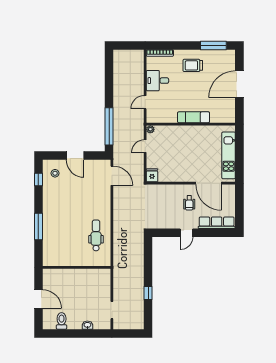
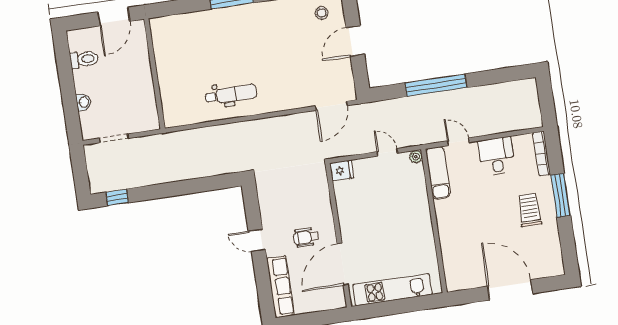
window: (213, 45) -> (560, 195), moved
exam couch: (194, 117) -> (438, 173), moved
window: (109, 126) -> (436, 85), moved
wall: (77, 267) -> (154, 74), moved
window: (148, 293) -> (117, 197), moved

